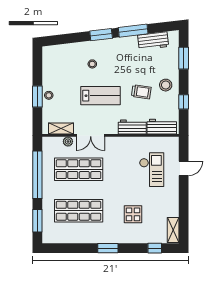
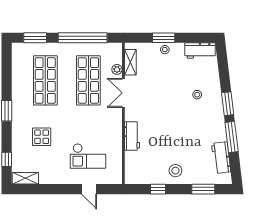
trolley: (141, 92) -> (168, 145), removed
lab bench: (101, 96) -> (164, 103), removed
workbench: (162, 127) -> (200, 51), moved, turned 90

